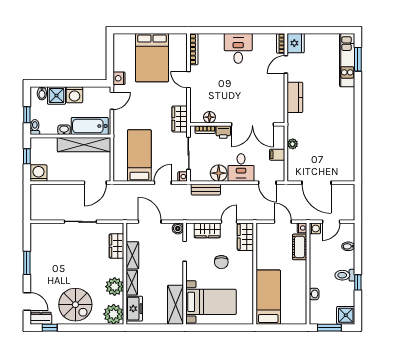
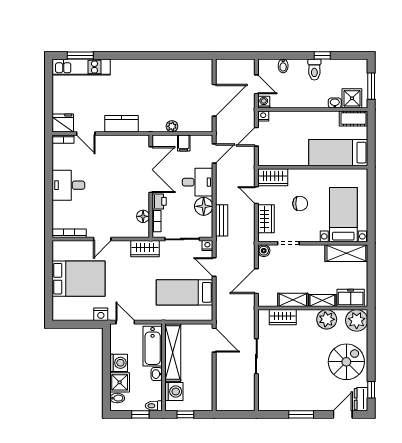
washing machine: (38, 173) -> (174, 392), moved, turned 180
cot: (300, 247) -> (354, 119), moved
shower: (346, 315) -> (352, 98), moved

